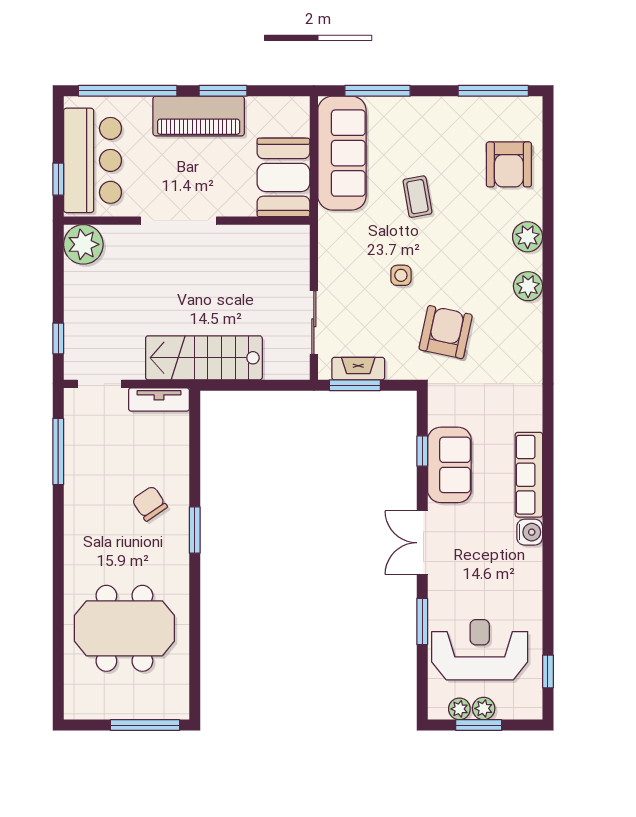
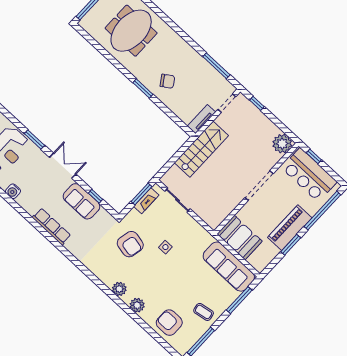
coffee table: (417, 197) -> (204, 312), moved
water cooler: (530, 532) -> (13, 191), moved

